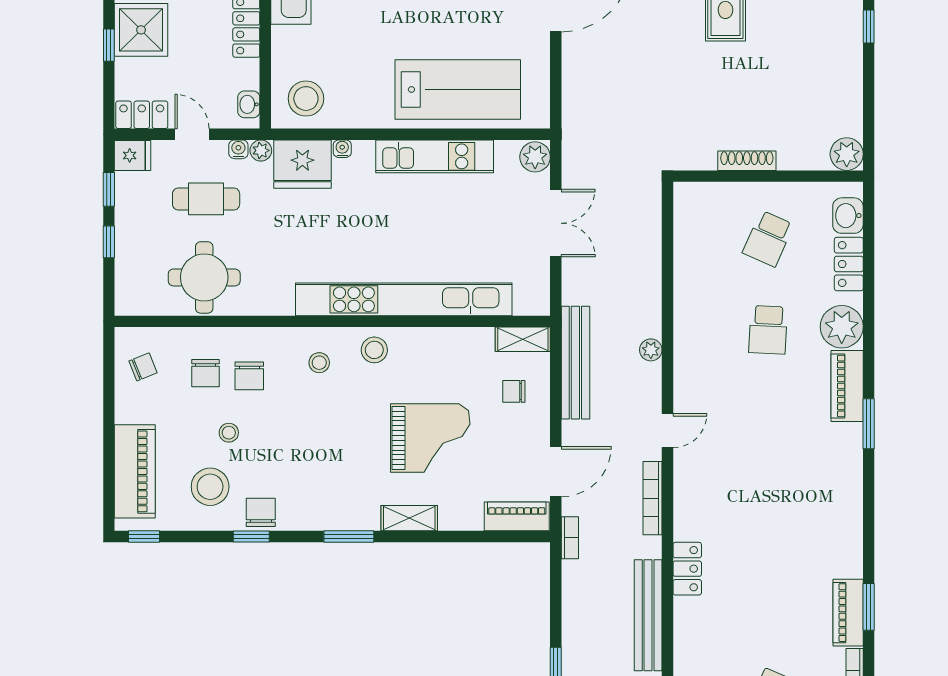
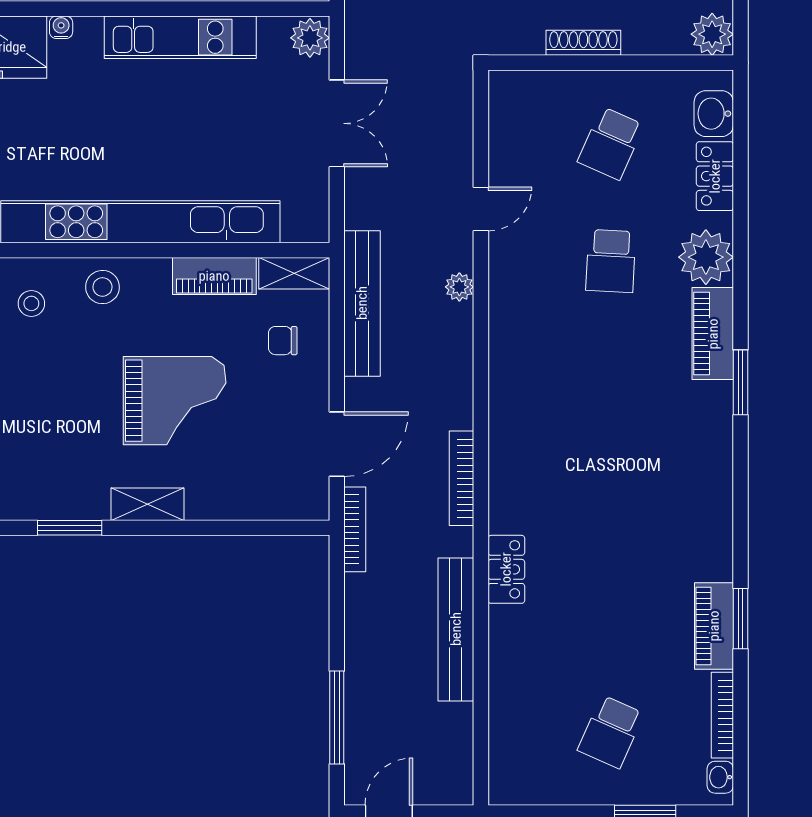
door: (668, 431) -> (481, 209), moved
piano: (517, 516) -> (214, 276), moved, turned 180
bookcase: (570, 538) -> (355, 529), width x1.56

